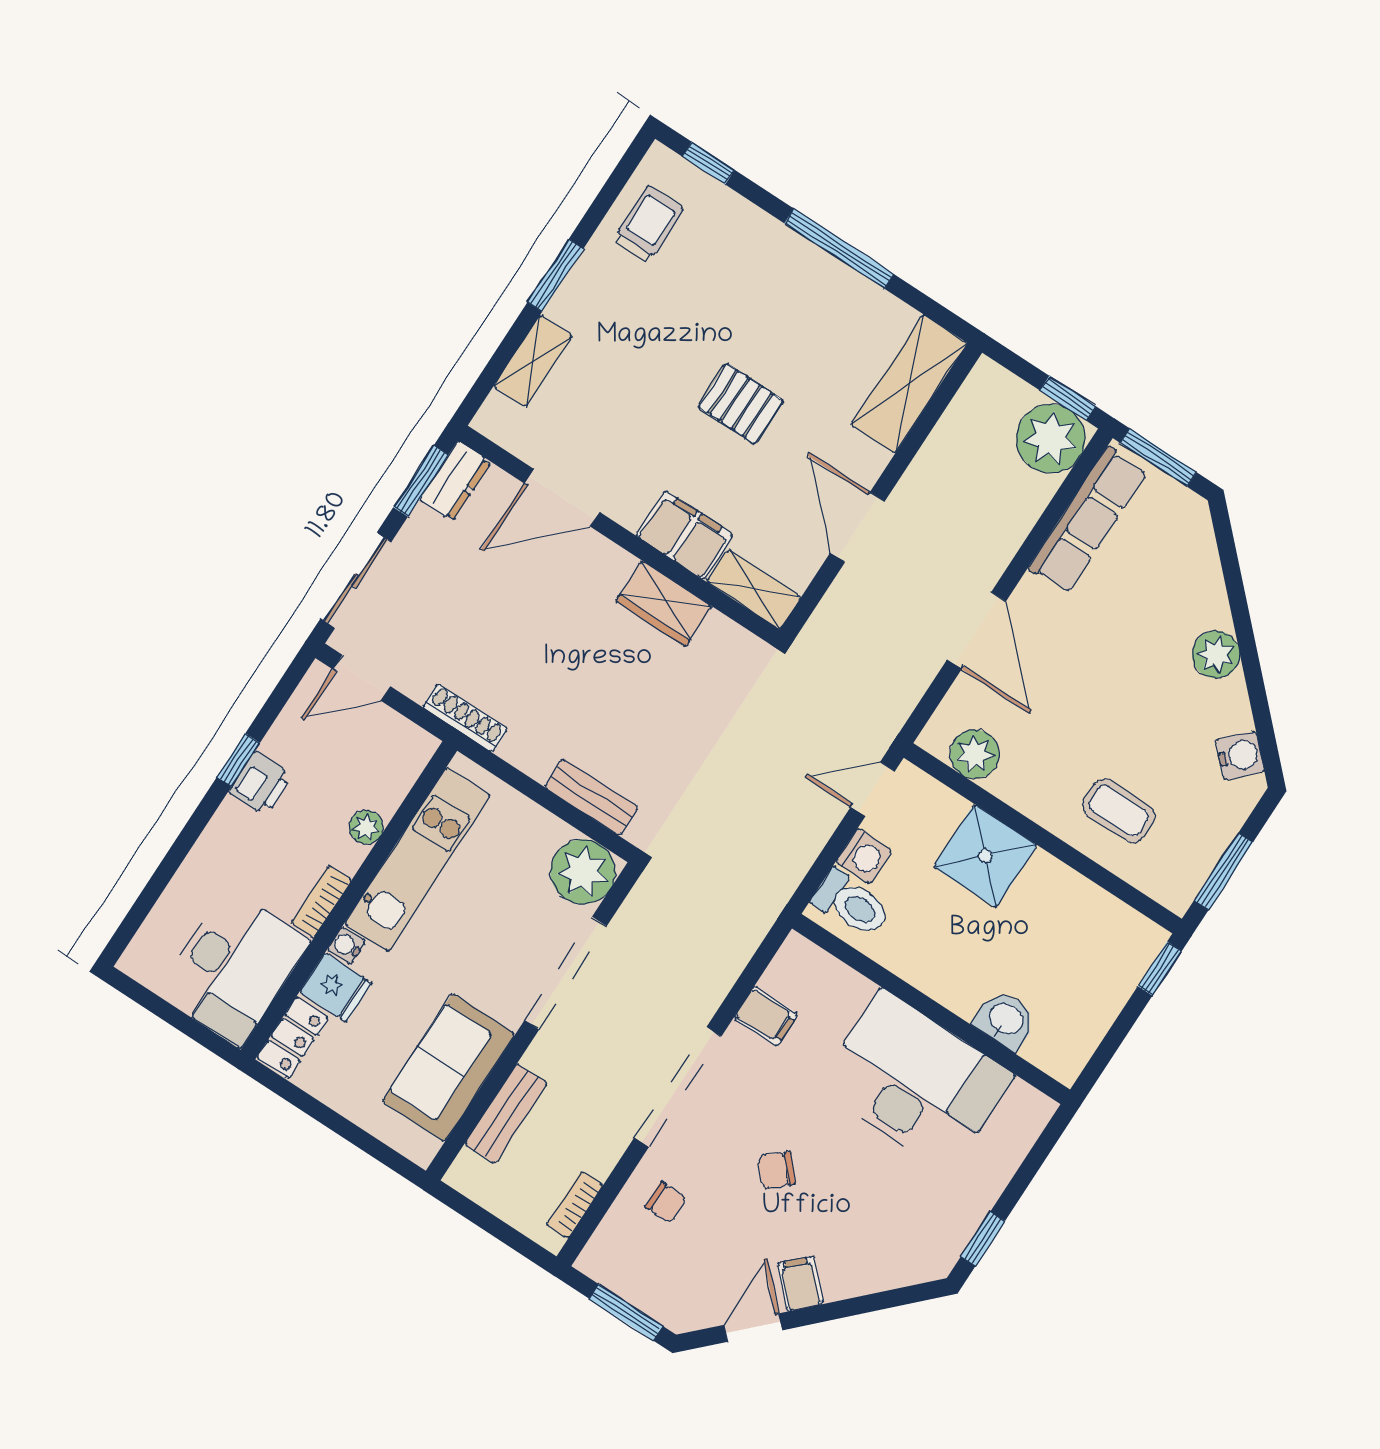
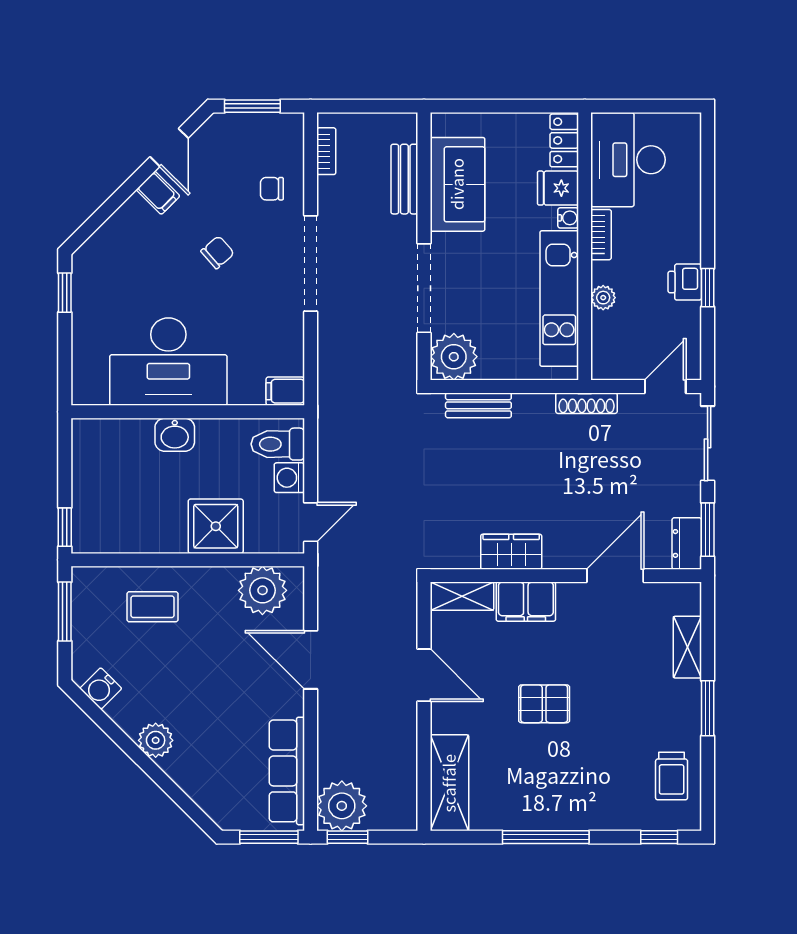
plant: (975, 754) -> (262, 590), width x1.36, depth x1.36
filing cabinet: (766, 1016) -> (285, 391), moved
washbasin: (1005, 1020) -> (175, 435), moved

